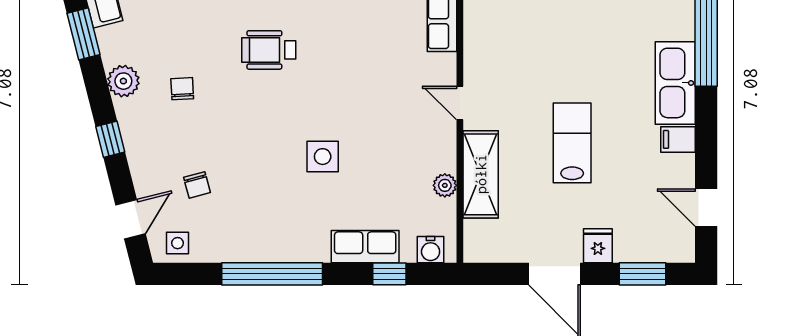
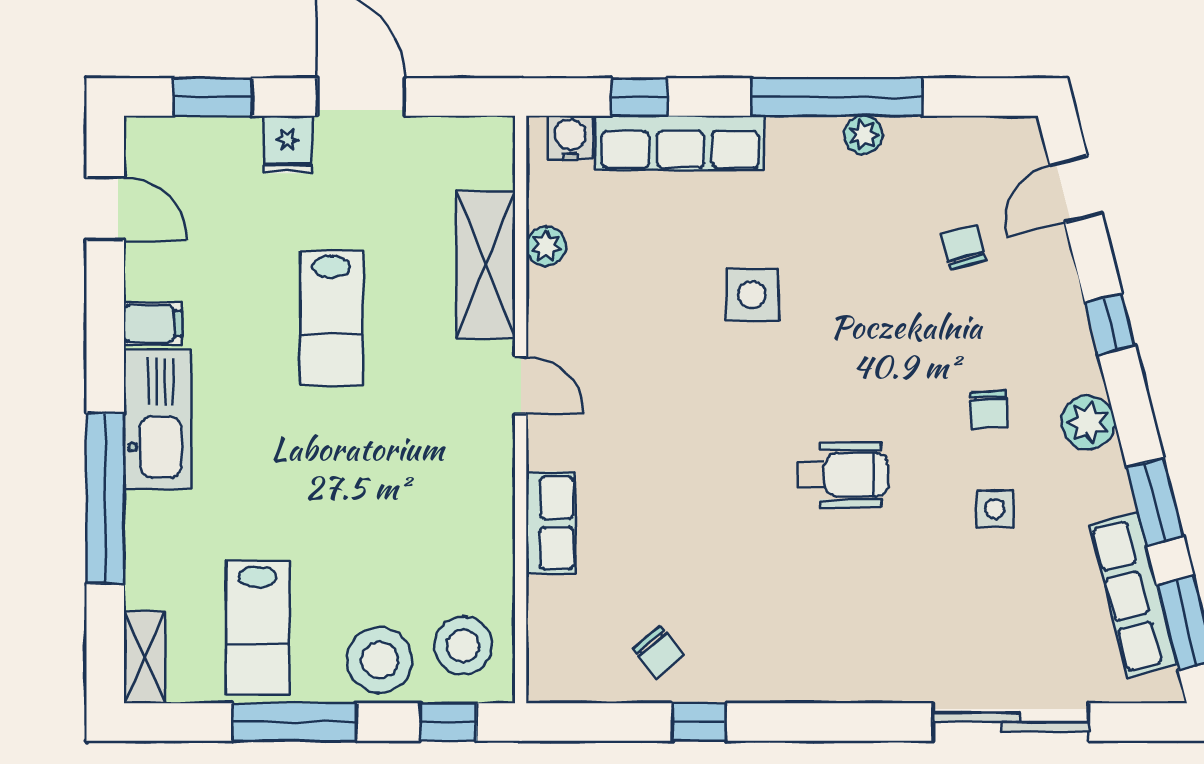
side table: (178, 243) -> (995, 509), moved
row of seats: (365, 247) -> (680, 143), width x1.48
plant: (257, 251) -> (863, 135), added

